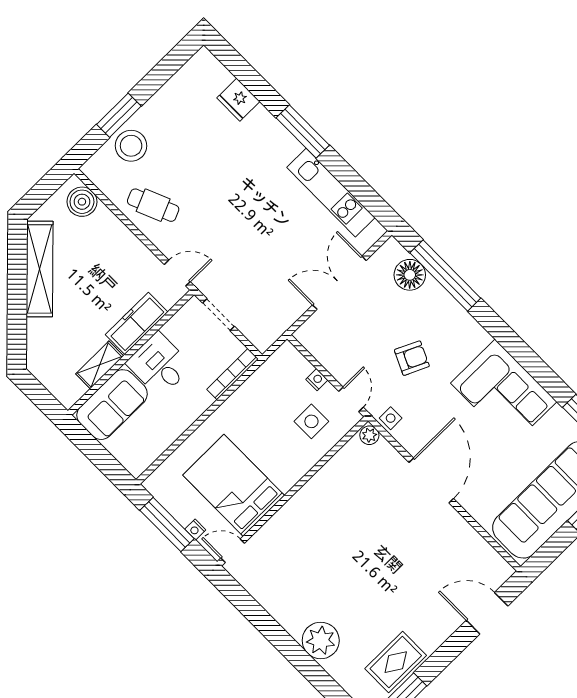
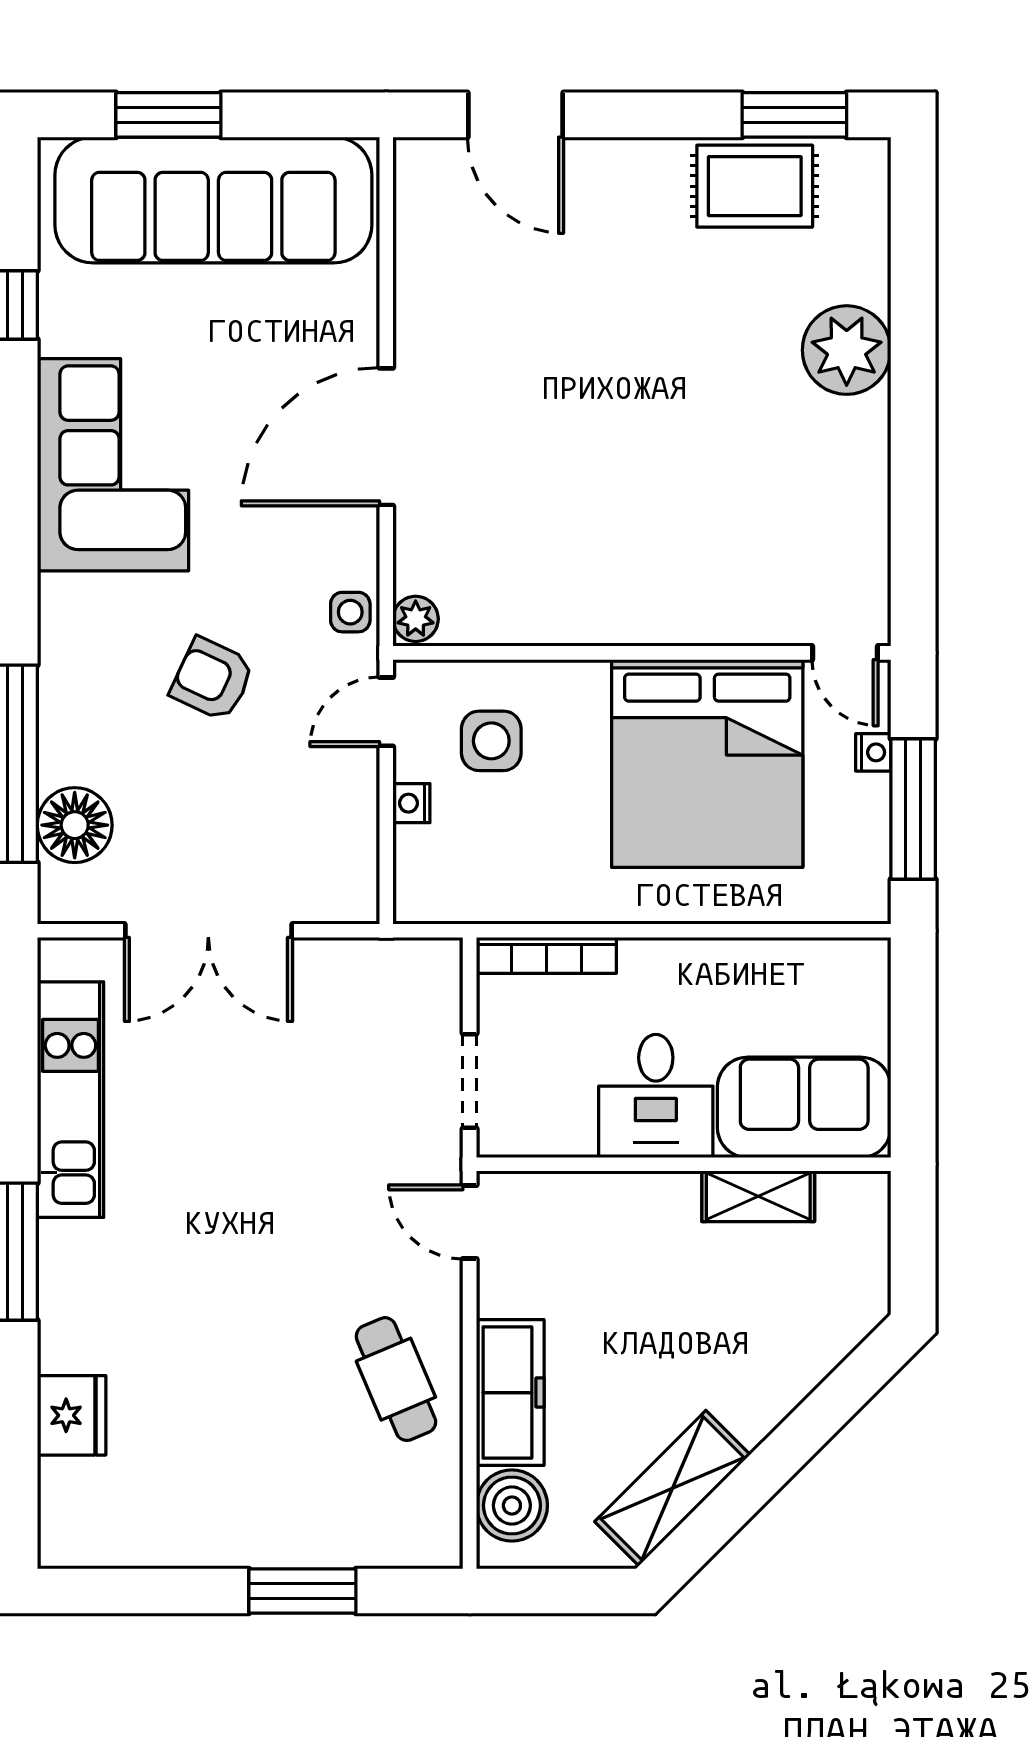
stool: (131, 146) -> (333, 1518), removed
shelving: (40, 269) -> (673, 1488), width x0.68
freezer: (137, 323) -> (510, 1393), moved, turned -90
bed: (234, 485) -> (707, 763), width x1.36

